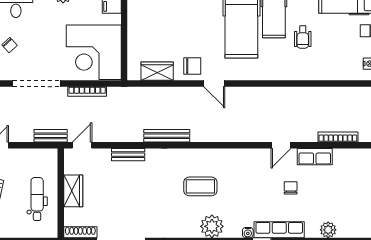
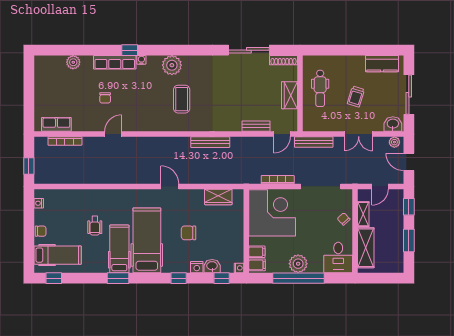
wheelchair: (303, 37) -> (95, 226), turned 180
chair: (192, 66) -> (189, 233), moved
bench: (51, 136) -> (314, 142), width x1.36
bench: (128, 155) -> (256, 126), moved
row of seats: (315, 157) -> (56, 124), moved
coffee table: (200, 186) -> (182, 99), turned 90

